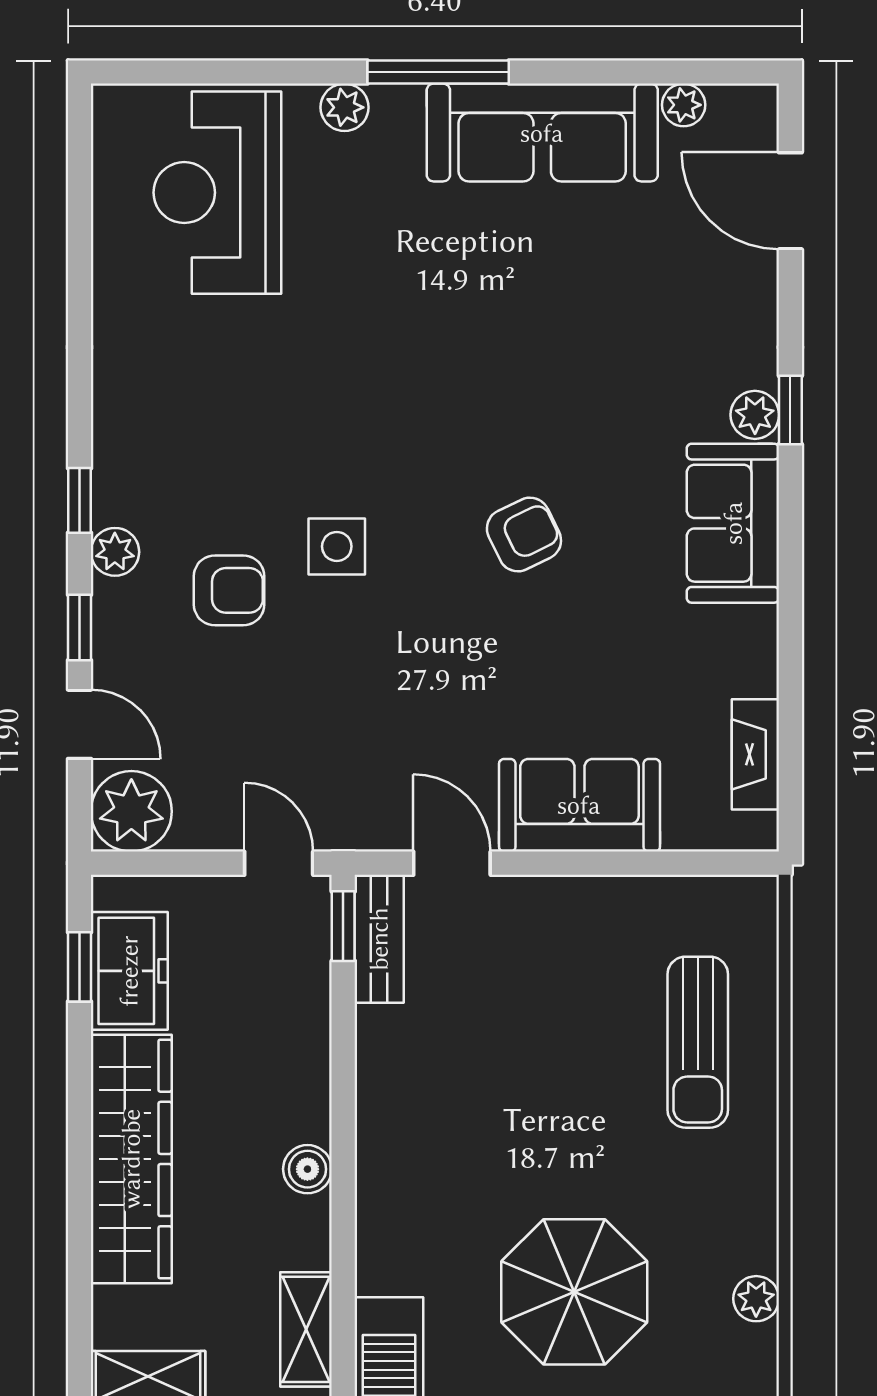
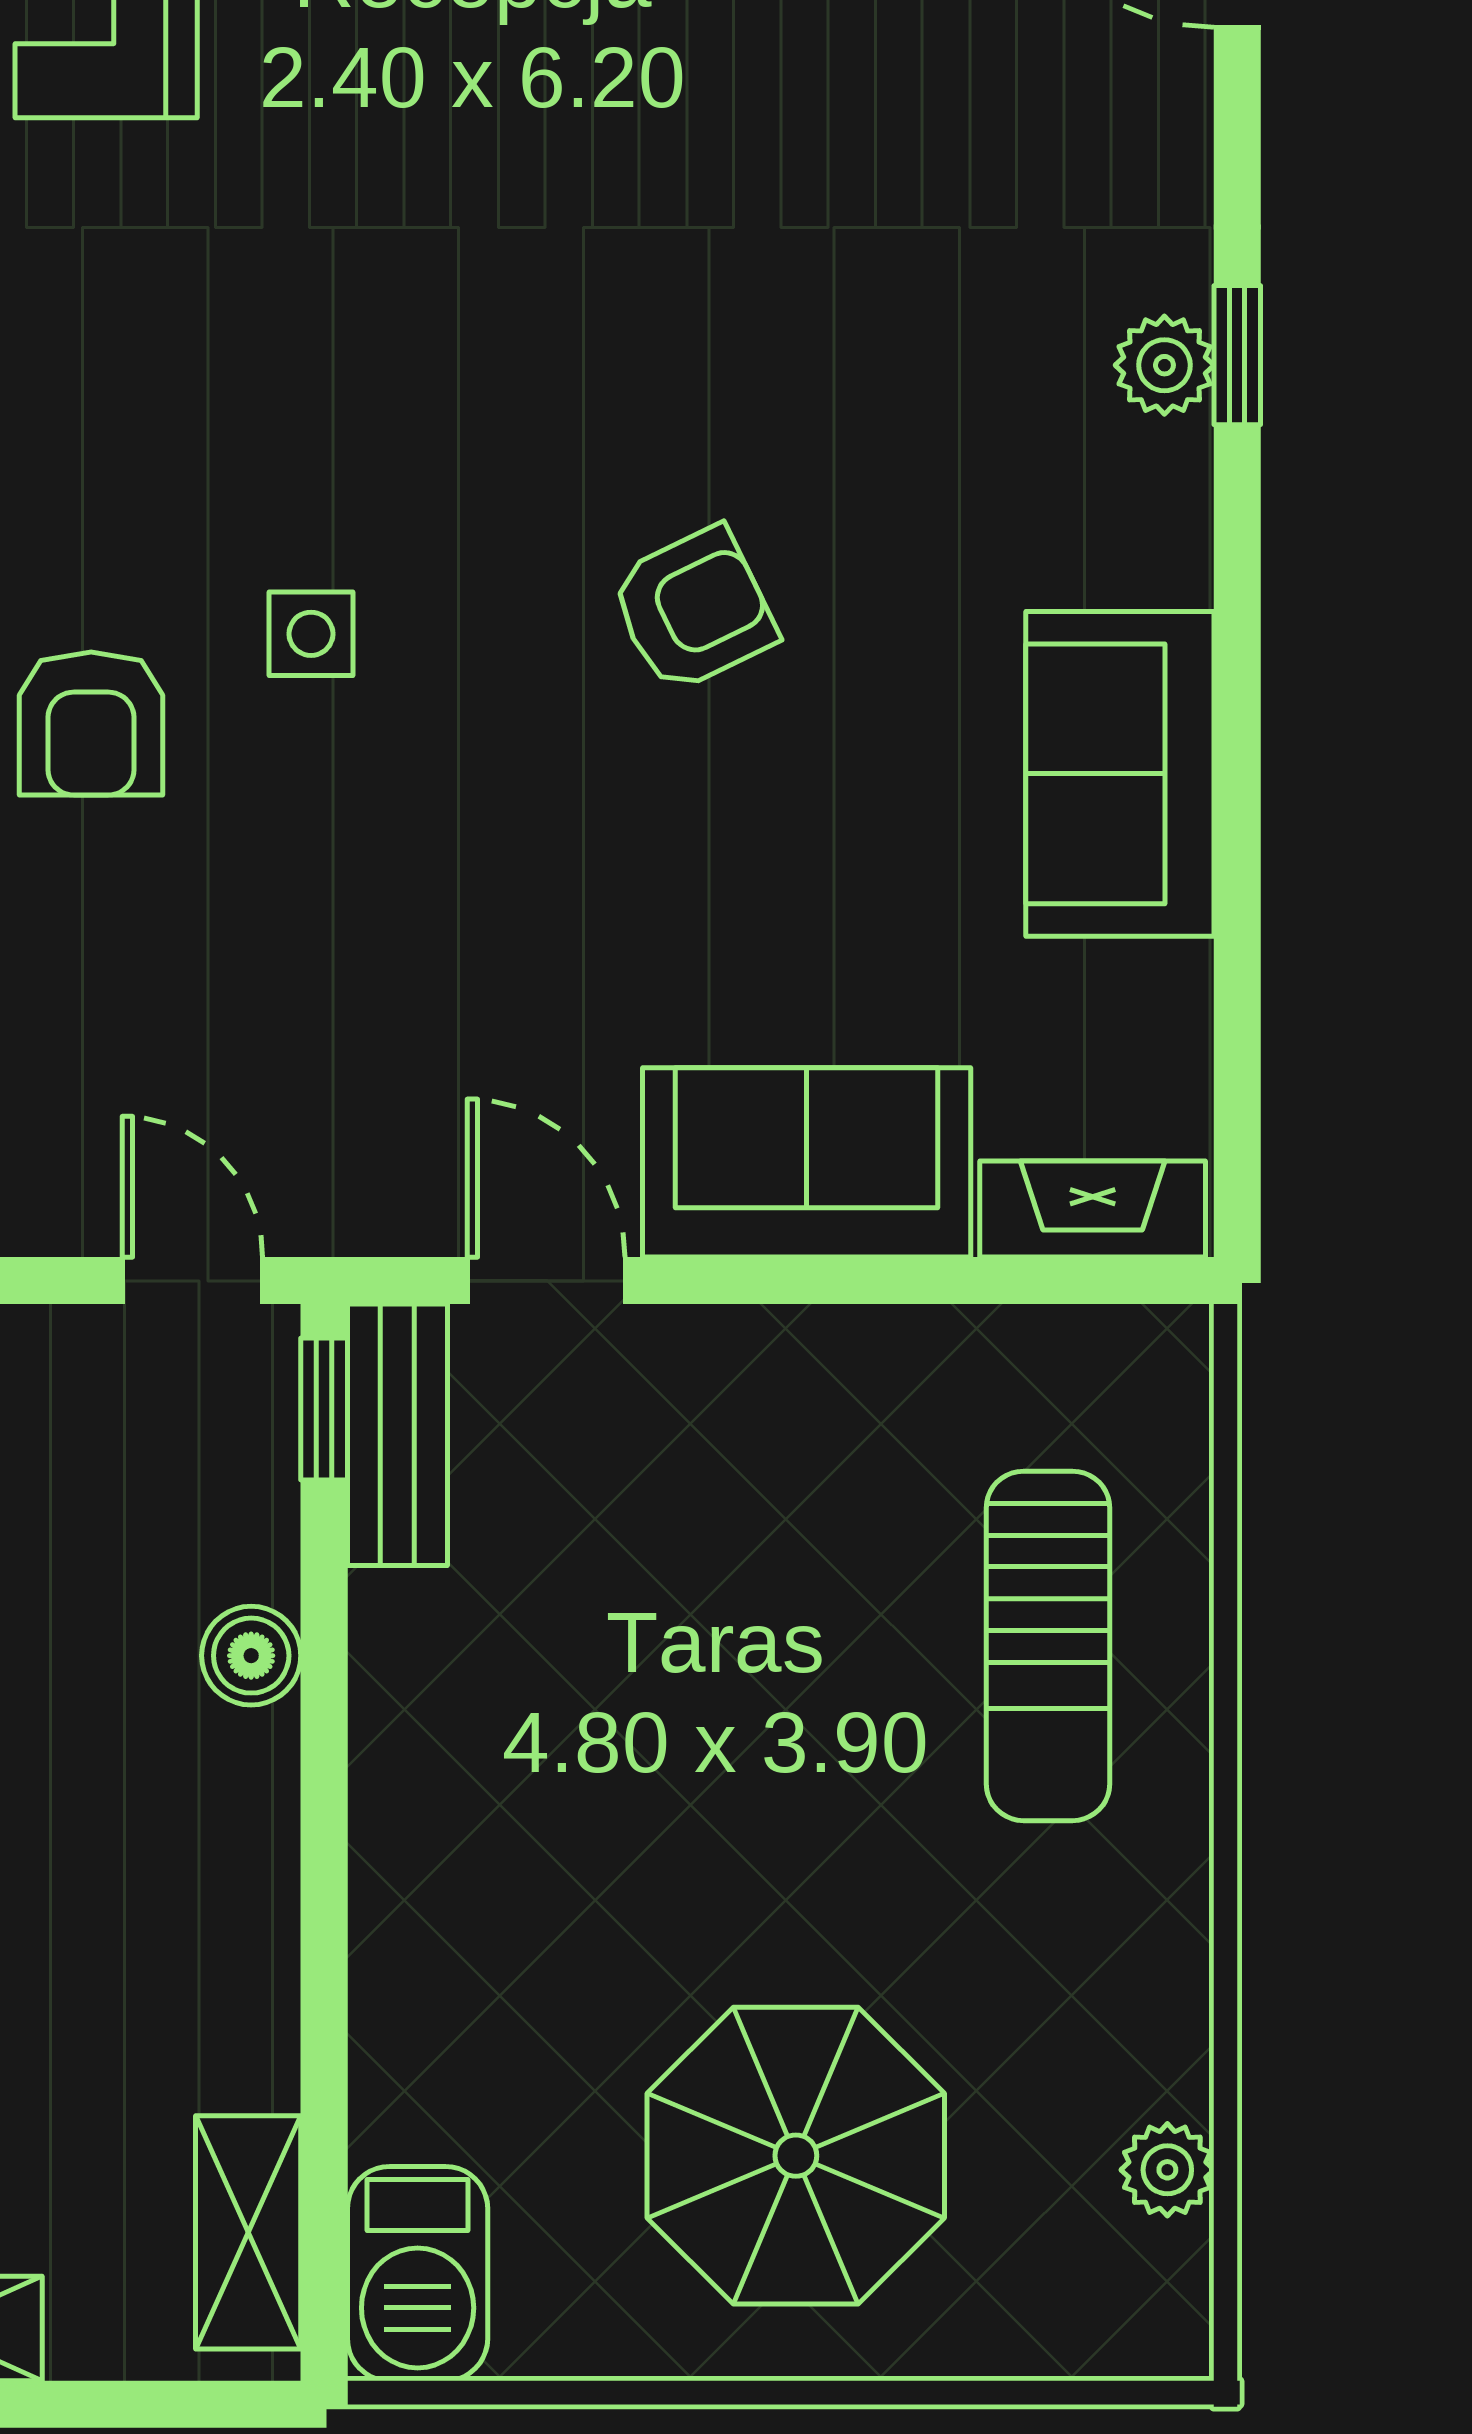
sofa: (733, 523) -> (1120, 774), moved
side table: (337, 546) -> (311, 634), width x0.73, depth x0.73
armchair: (229, 590) -> (91, 723), turned 90
fireplace: (755, 754) -> (1093, 1209), moved, turned 90
boiler: (307, 1169) -> (251, 1656), moved

